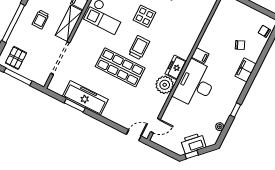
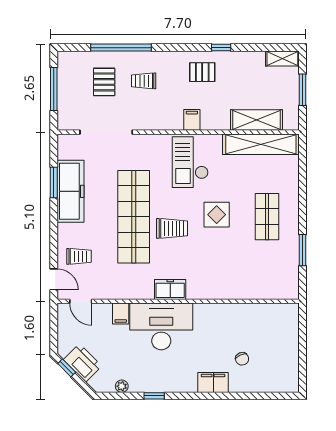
shelving: (69, 23) -> (158, 120), removed
chair: (264, 31) -> (276, 382), removed
filing cabinet: (200, 56) -> (121, 314), moved
pallet: (16, 58) -> (104, 82), moved, turned 90
shop shelf: (120, 67) -> (134, 217), width x1.40
plant: (165, 85) -> (140, 286), removed
trolley: (127, 113) -> (79, 256), added

